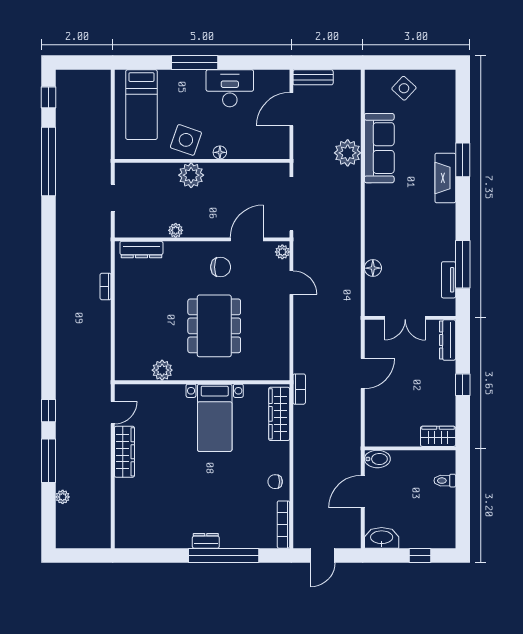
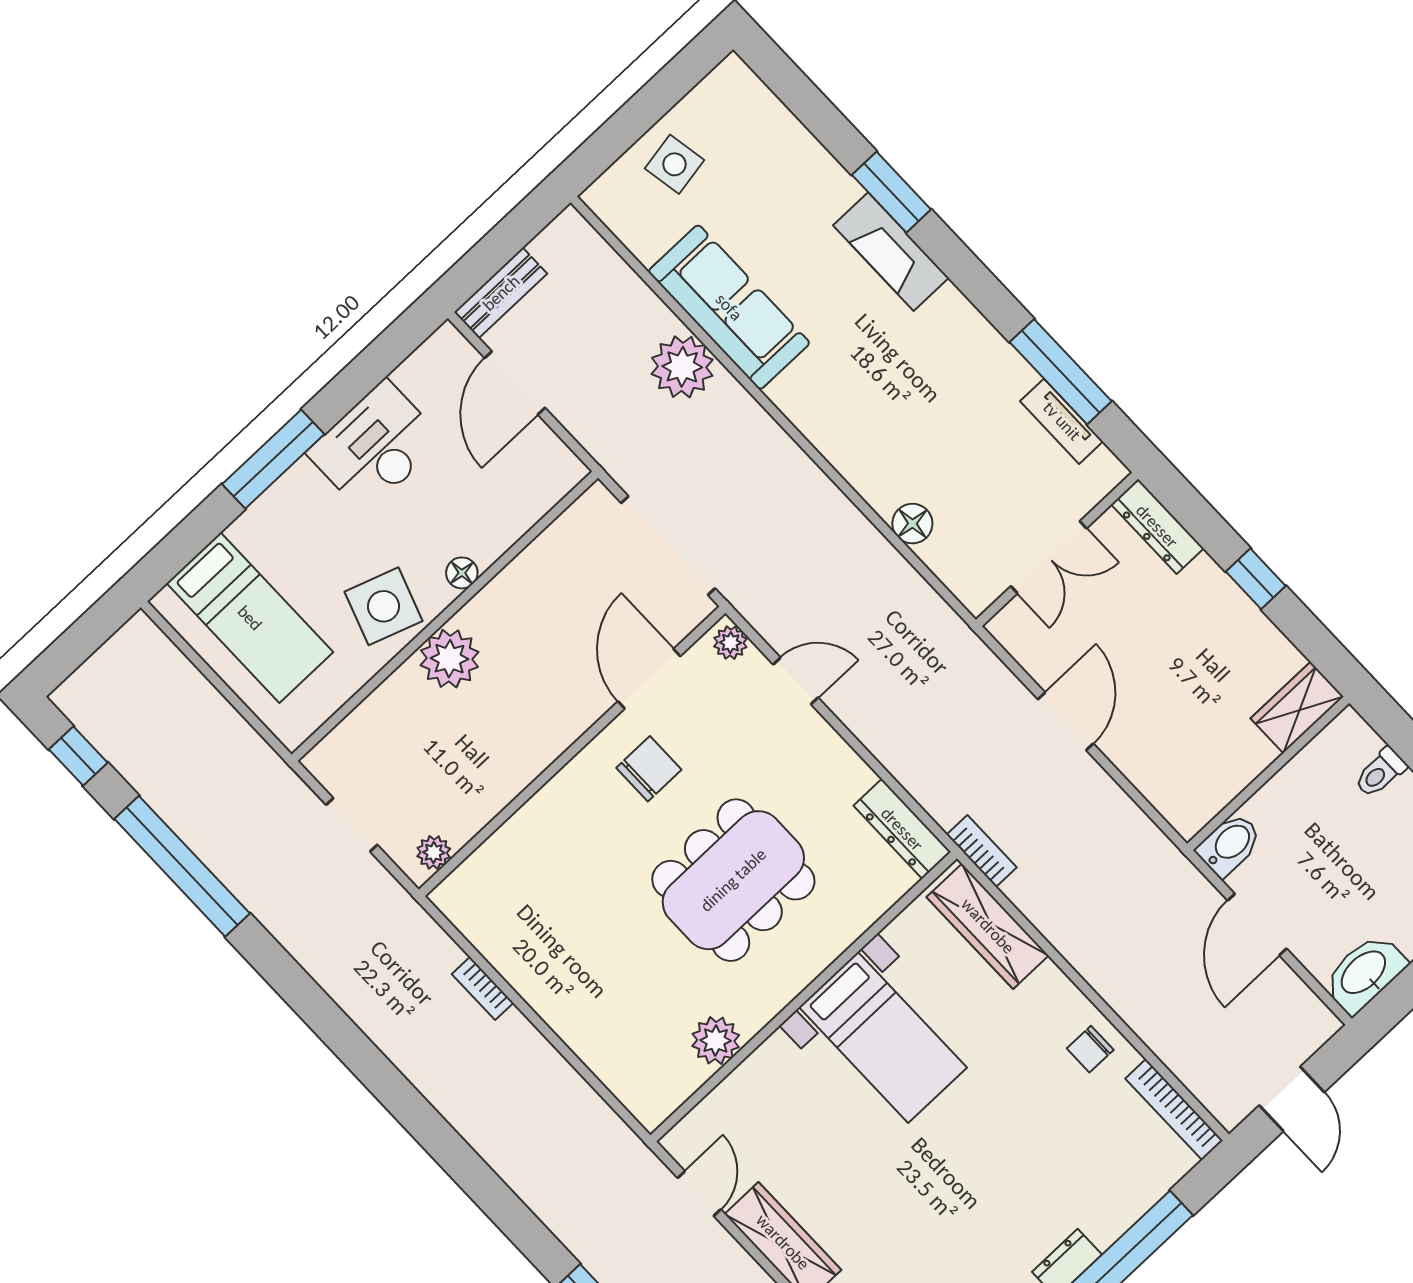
side table: (404, 88) -> (674, 164), turned 37
plant: (176, 230) -> (434, 853), moved
dresser: (141, 249) -> (902, 829), moved, turned 90
dining table: (214, 326) -> (733, 880), turned 90

